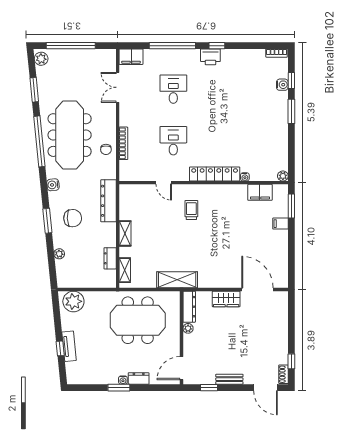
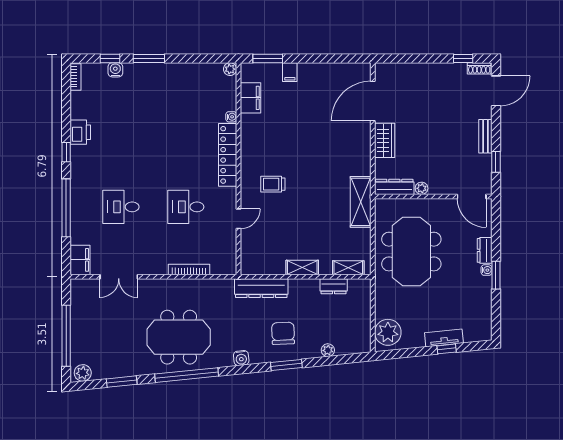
printer: (210, 57) -> (80, 132), moved
meeting table: (70, 135) -> (179, 337), width x0.73
chair: (106, 149) -> (197, 291), removed

